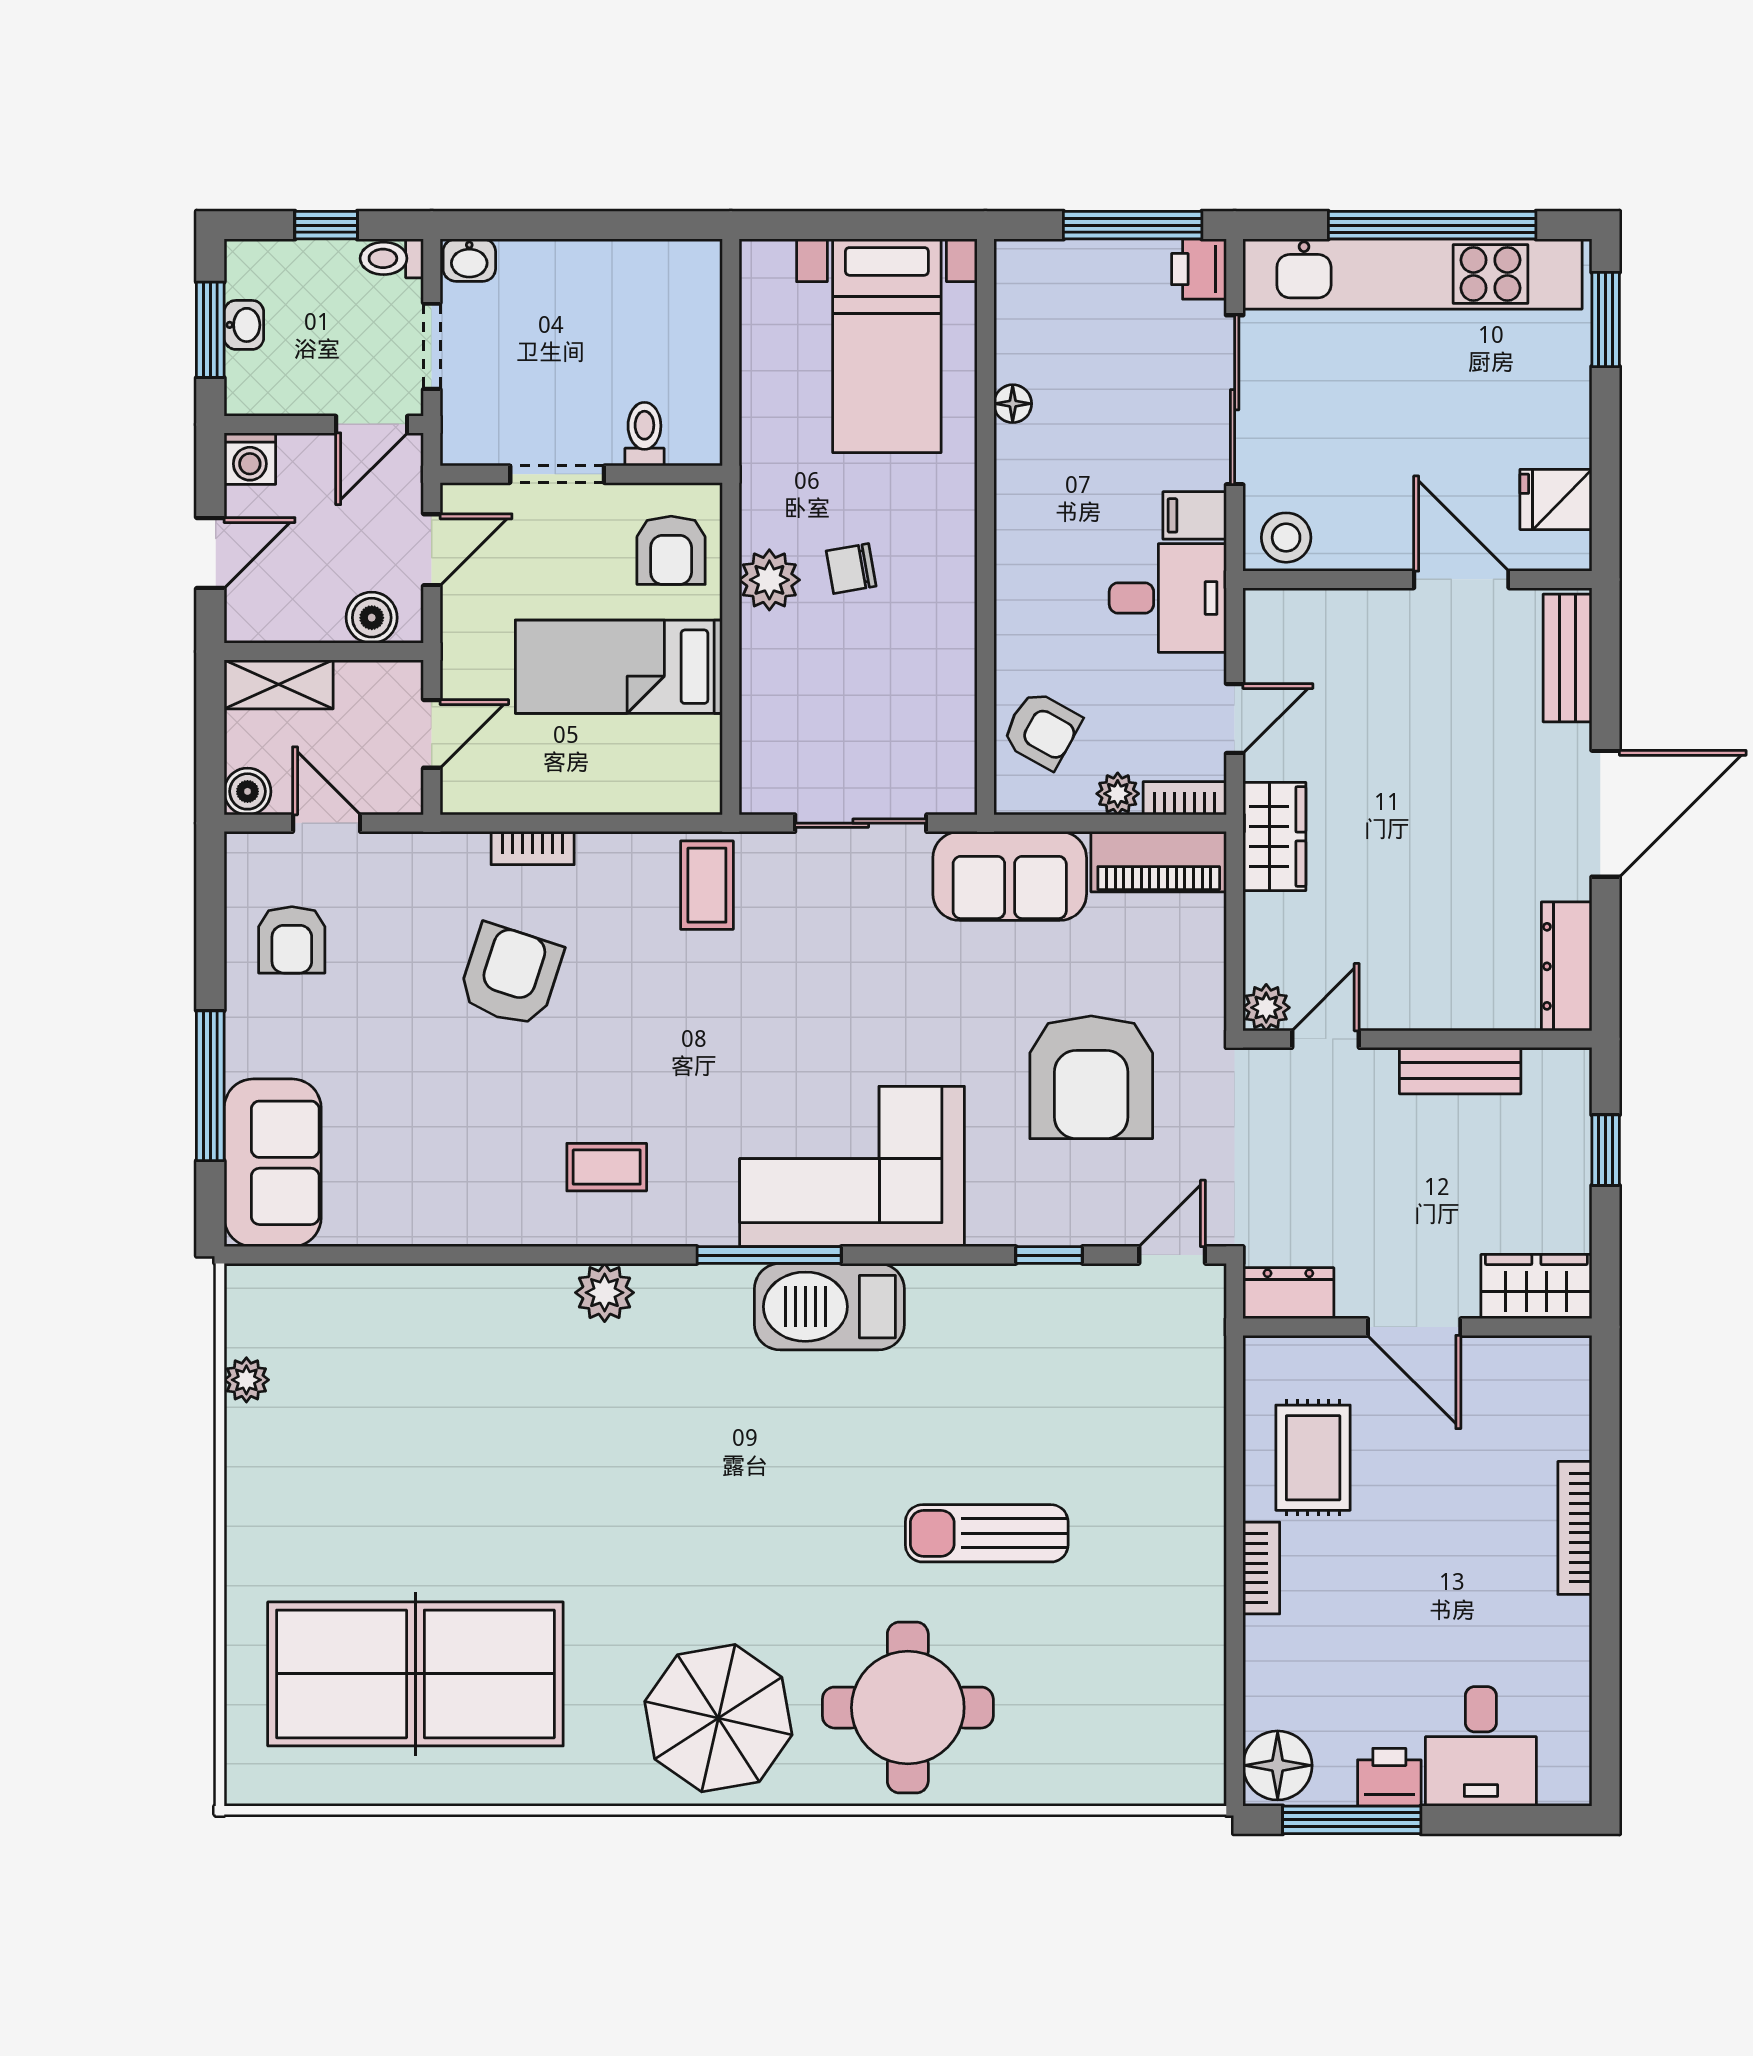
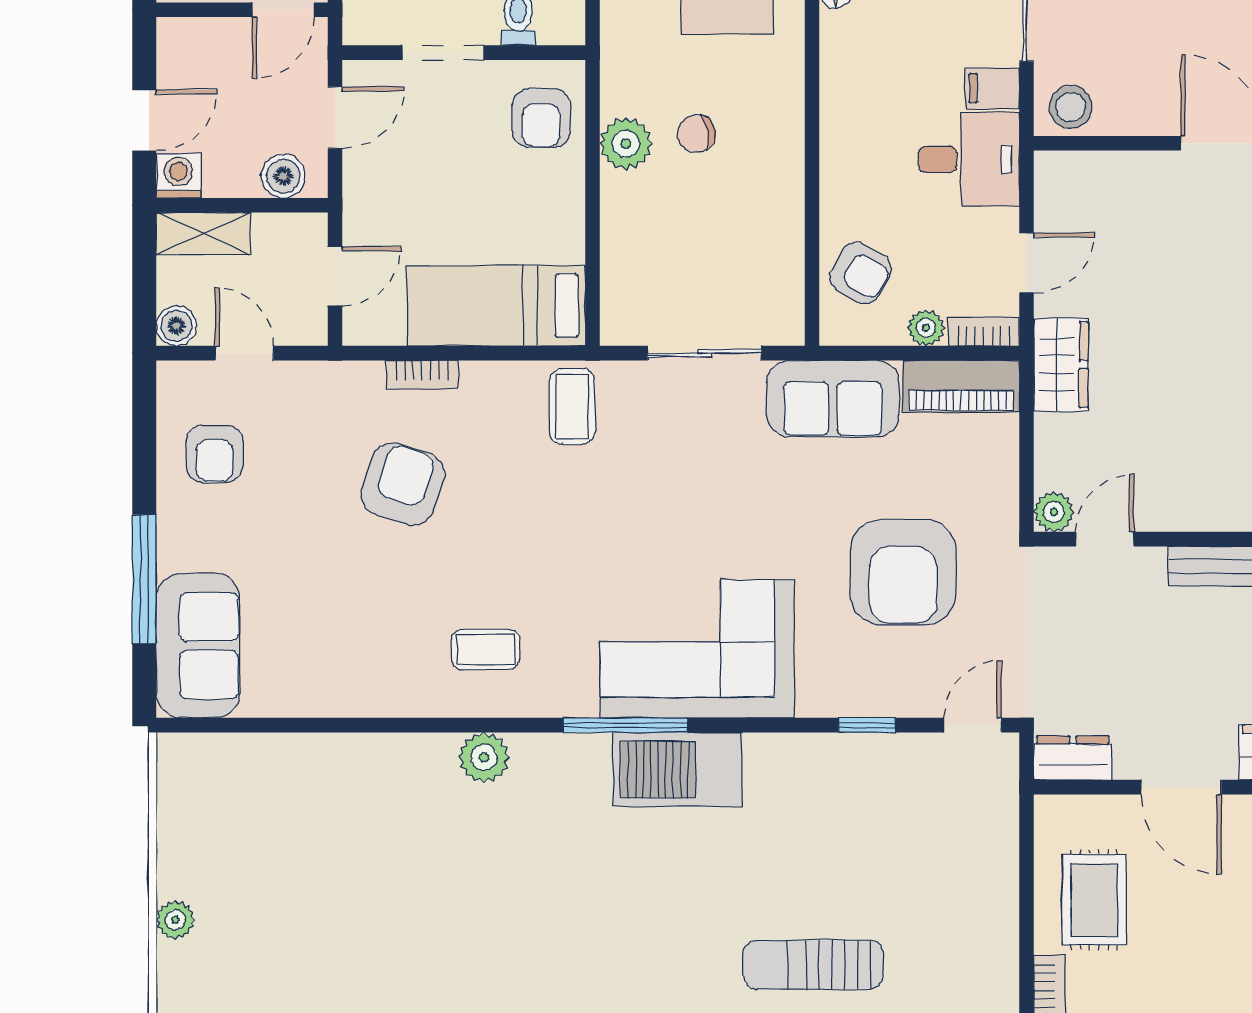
washing machine: (250, 459) -> (178, 176), moved, turned 180
bed: (619, 667) -> (496, 306), moved
plant: (246, 1380) -> (175, 920), moved

